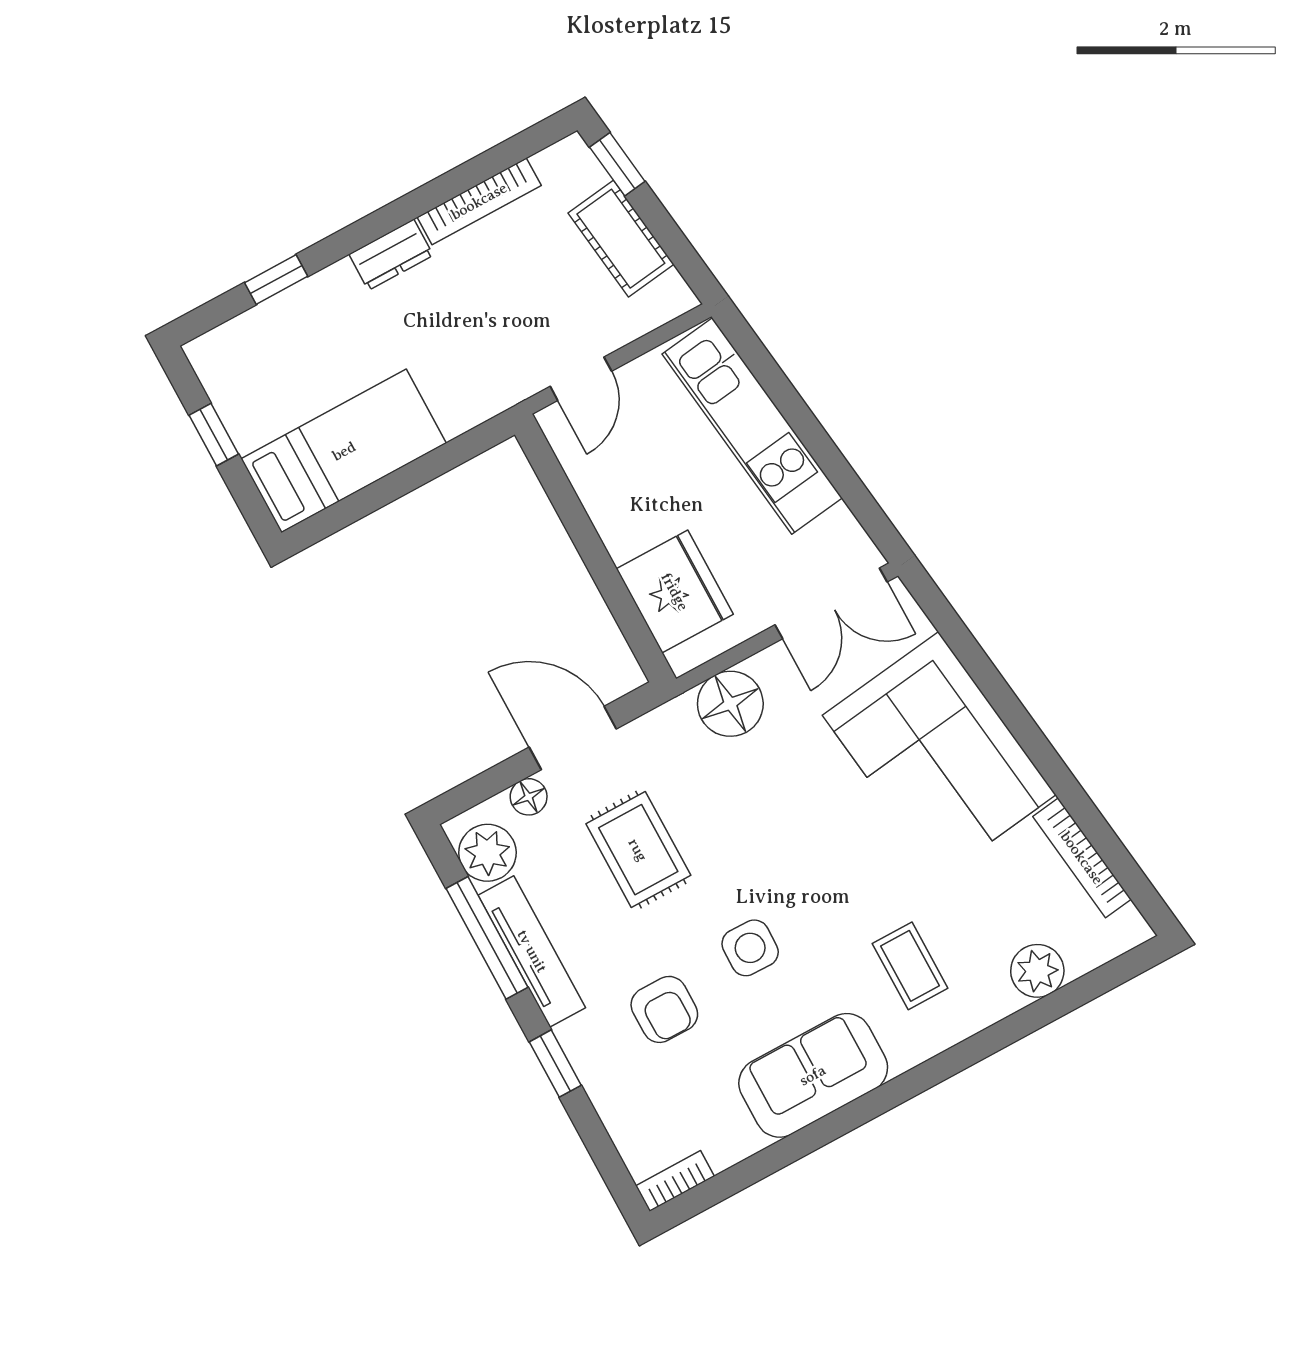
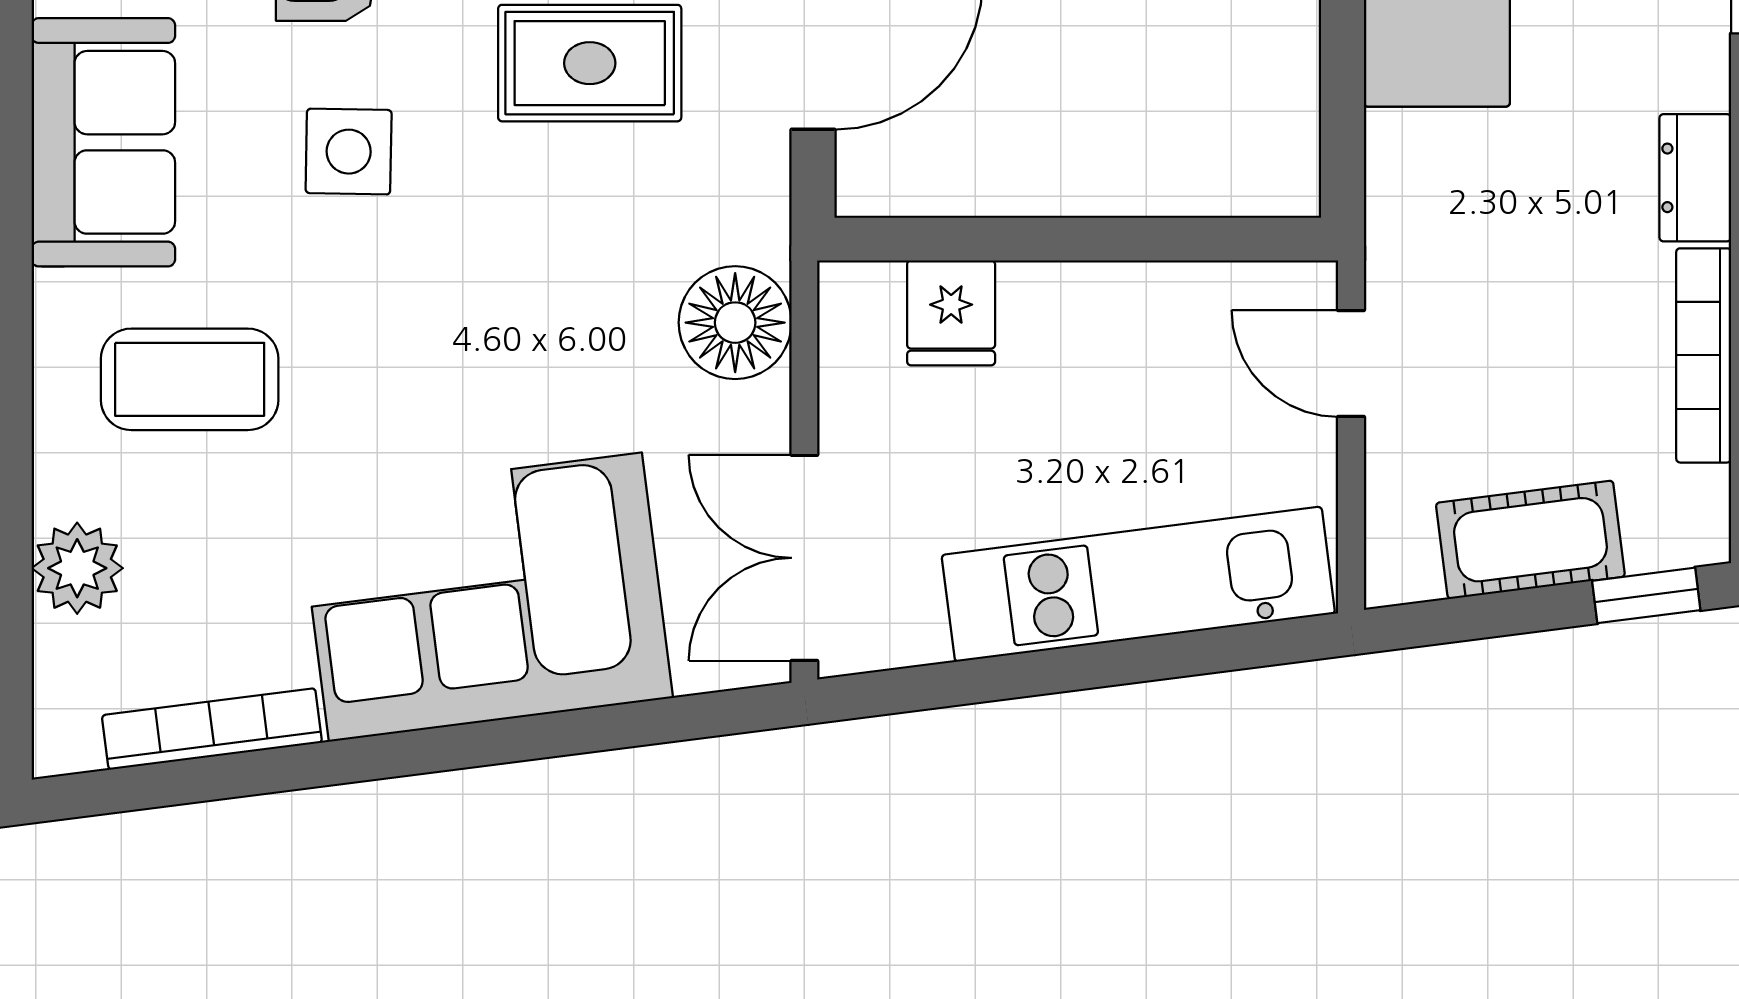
fridge: (675, 592) -> (951, 313), width x0.53, depth x0.75
coffee table: (910, 966) -> (190, 379), width x1.36, depth x1.30

